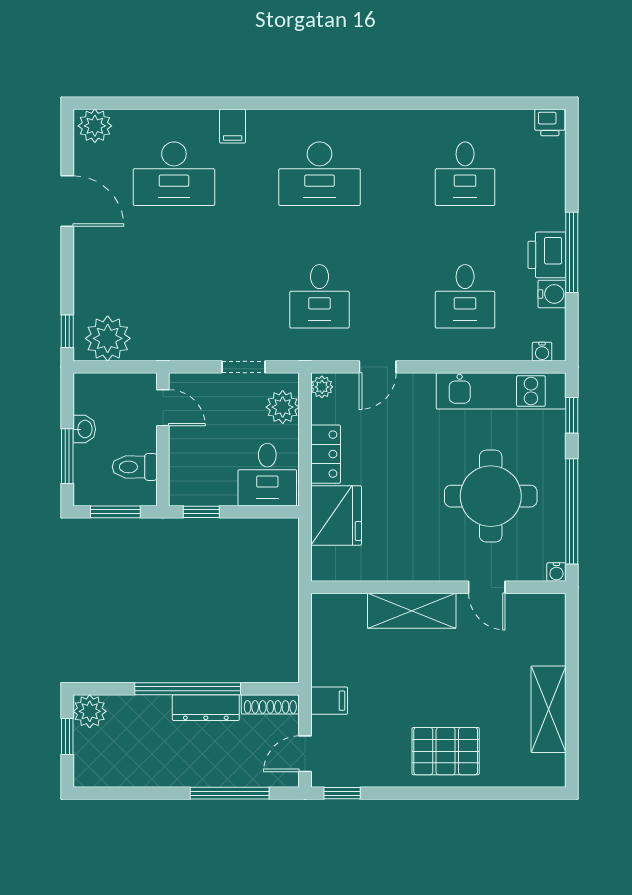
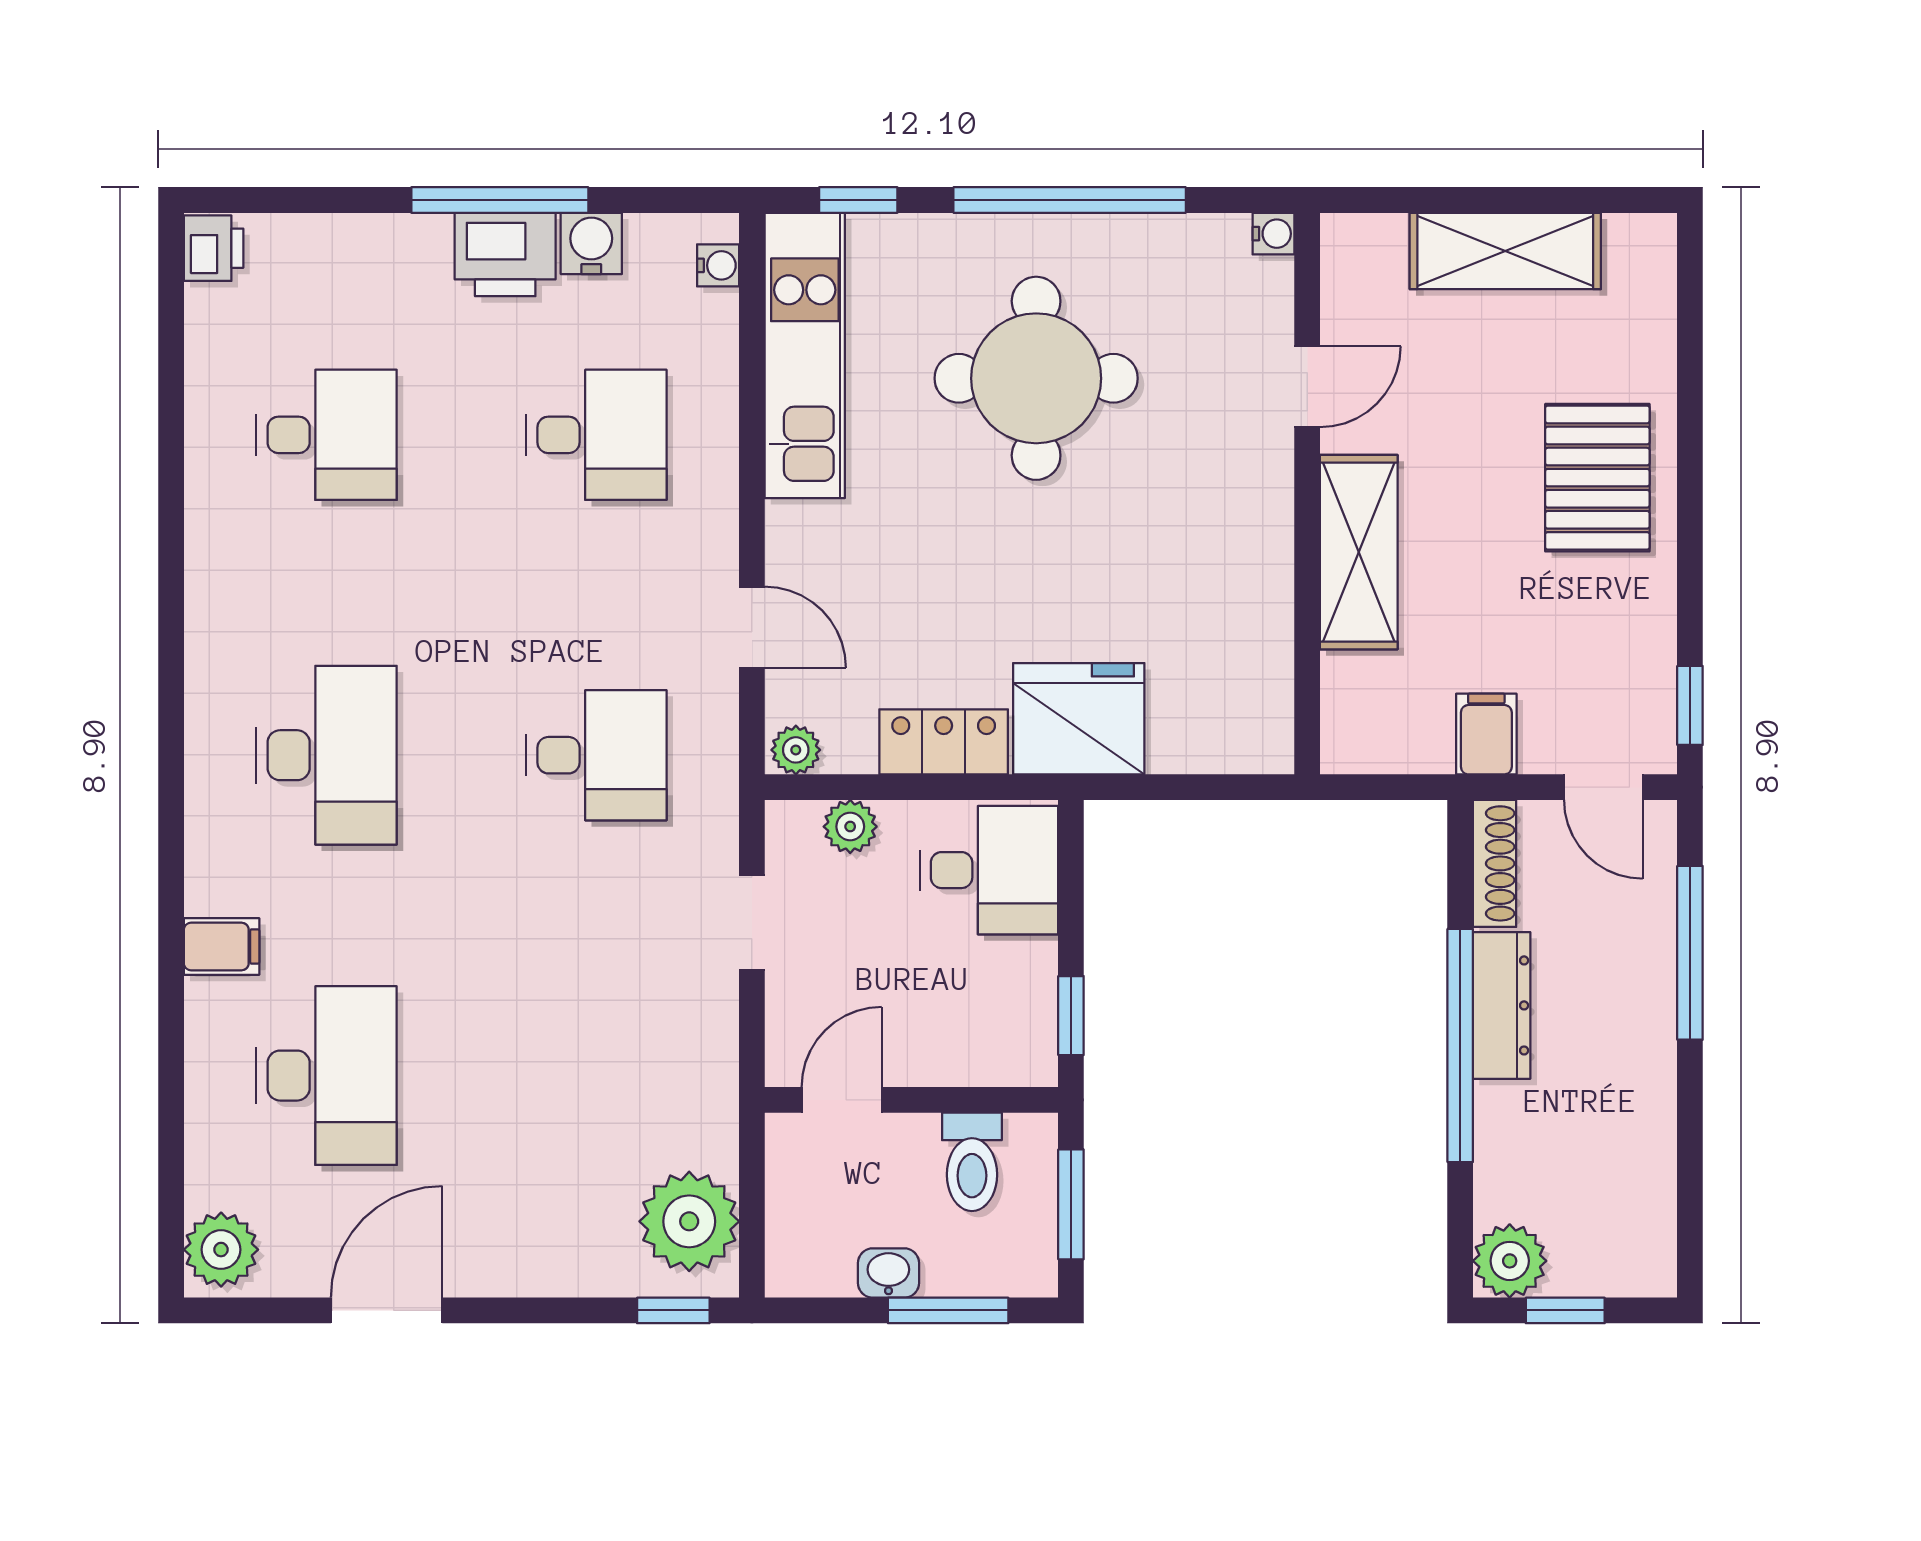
plant: (283, 407) -> (850, 827), width x0.73, depth x0.73
water cooler: (556, 572) -> (1273, 234), moved
wall: (438, 587) -> (1307, 494), moved
door: (487, 587) -> (1307, 387), moved
shelving: (412, 611) -> (1359, 552), moved

